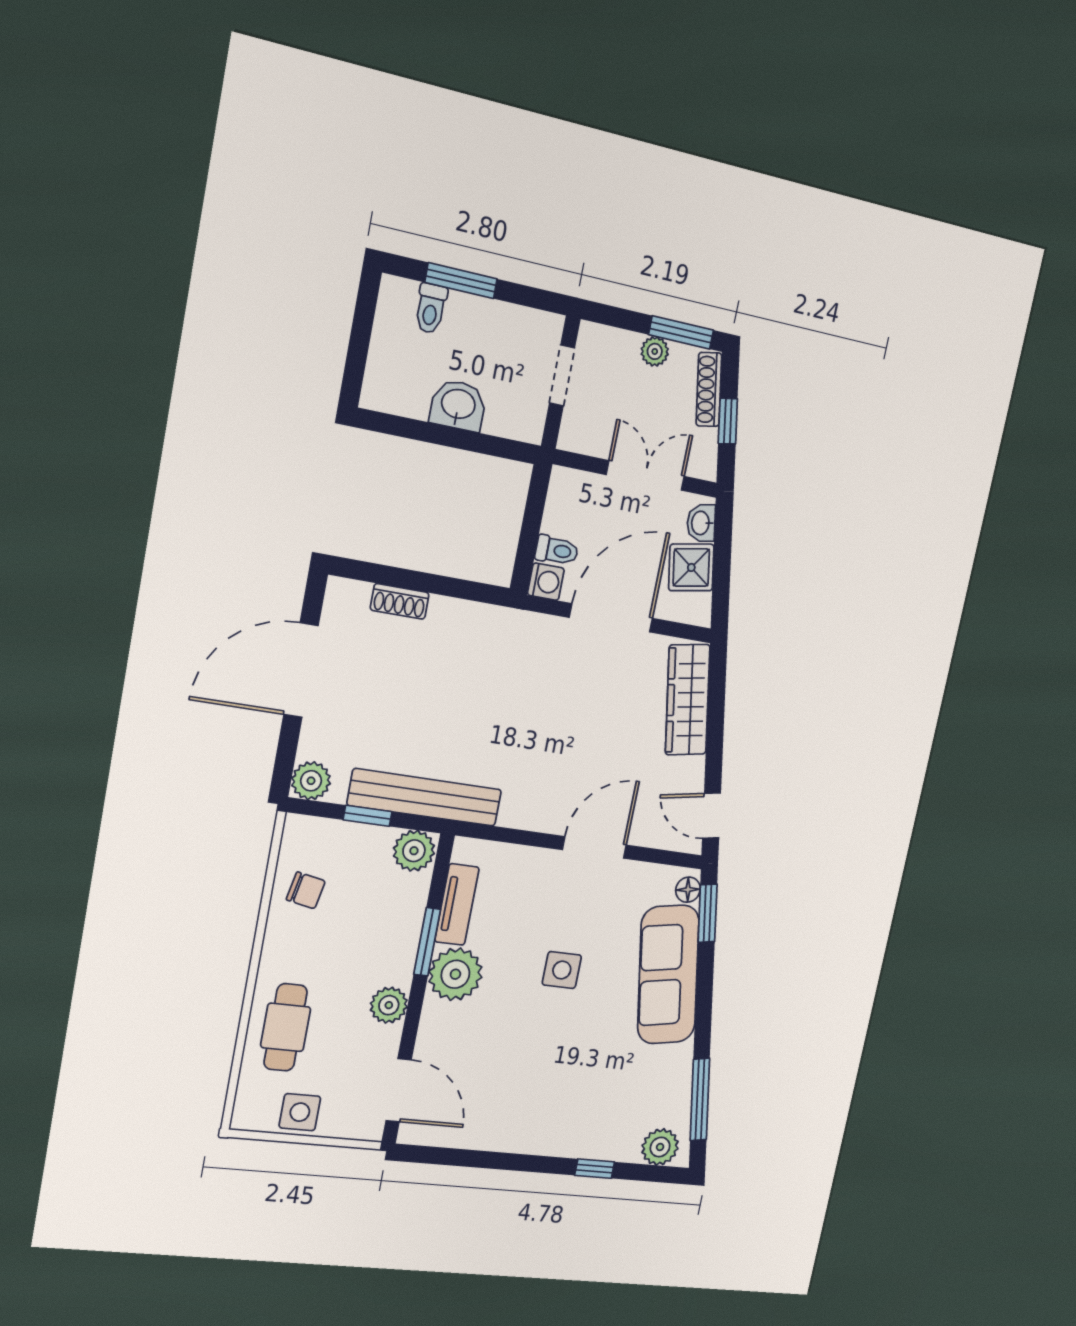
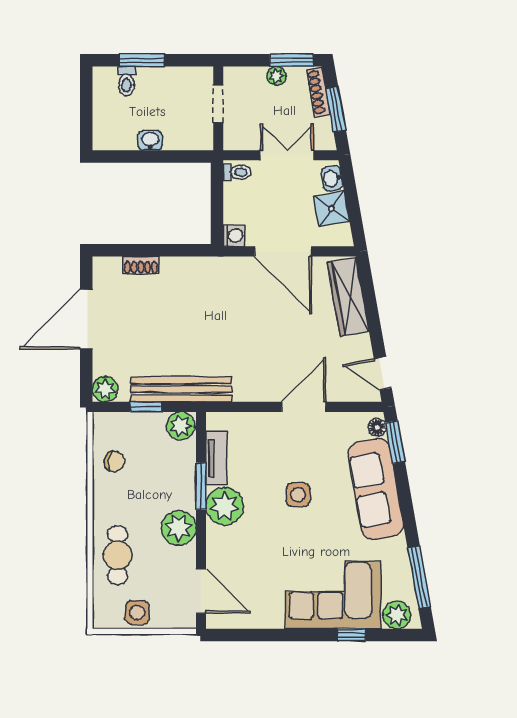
washbasin: (458, 405) -> (150, 140), width x0.72, depth x0.69
window: (728, 421) -> (336, 109), width x1.50
toilet: (557, 550) -> (237, 172), moved
door: (611, 618) -> (283, 251), swing flipped
plant: (389, 1005) -> (179, 528), width x1.36, depth x1.36
corner sofa: (582, 1113) -> (333, 595), added

